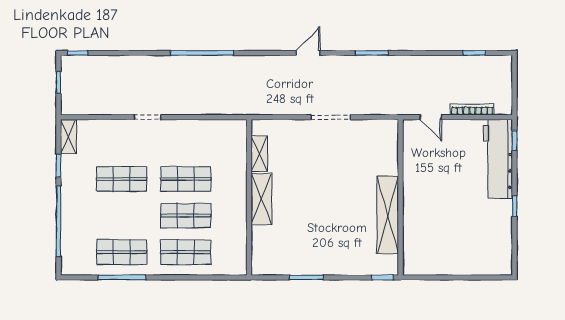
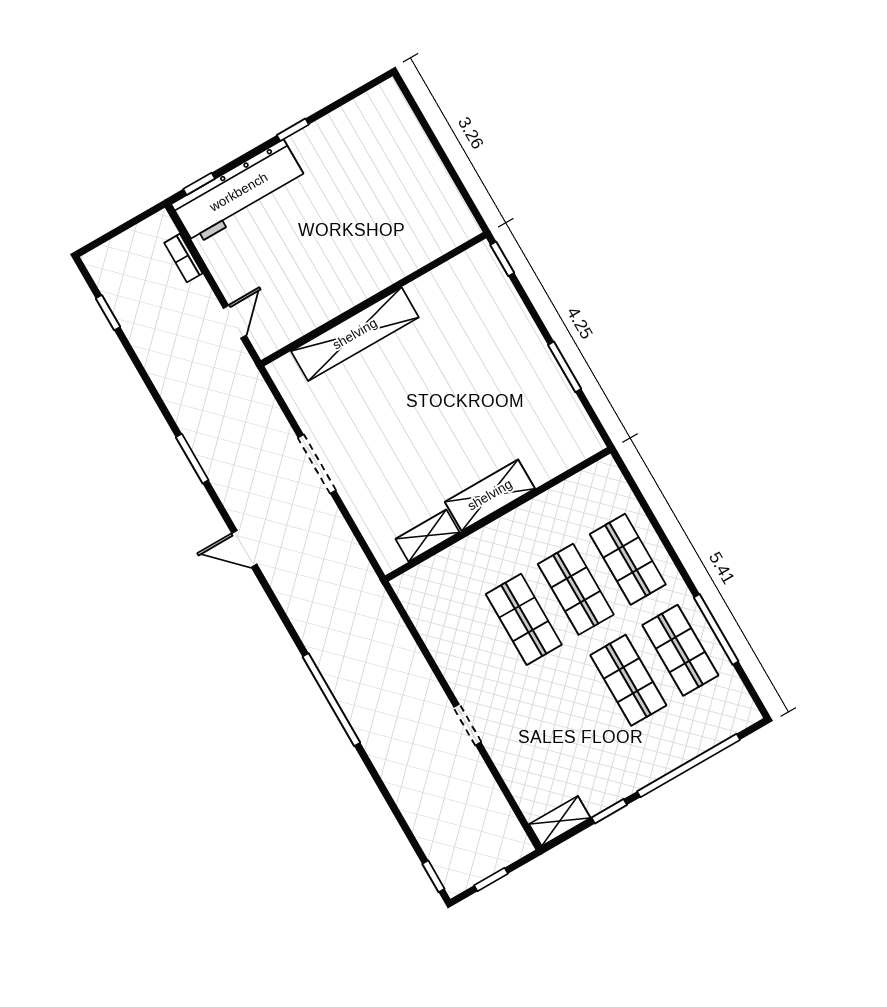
bookcase: (472, 109) -> (183, 258), width x0.64
shop shelf: (122, 179) -> (628, 680), moved
shelving: (388, 215) -> (355, 334), moved

